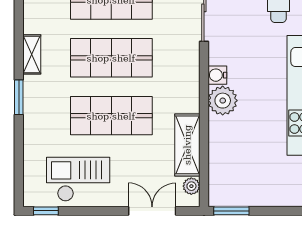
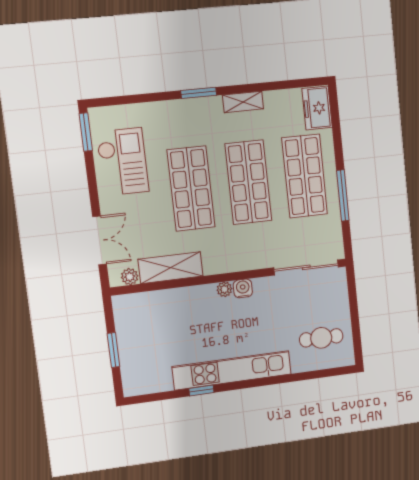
plant: (223, 101) -> (224, 289), width x0.53, depth x0.53
window: (46, 211) -> (86, 132), width x1.50
window: (231, 211) -> (113, 350), moved

